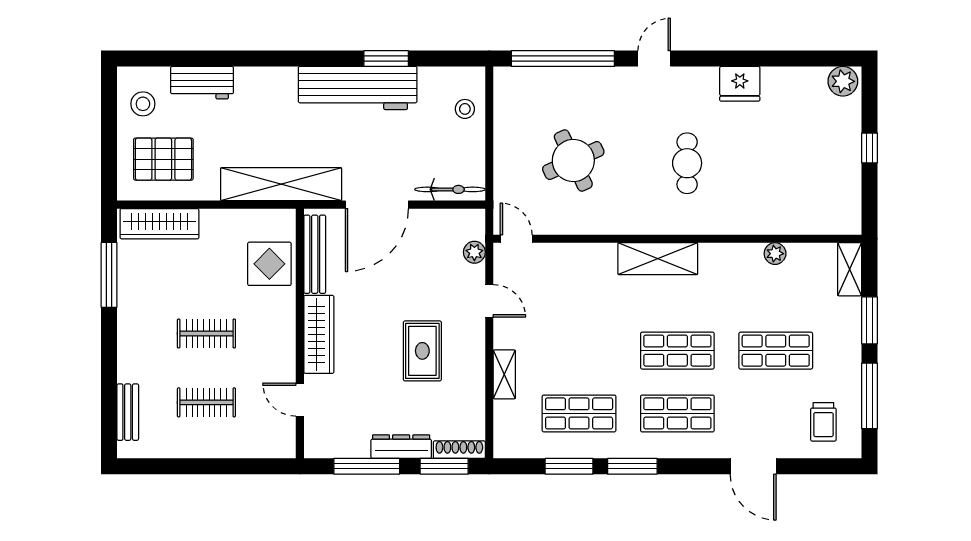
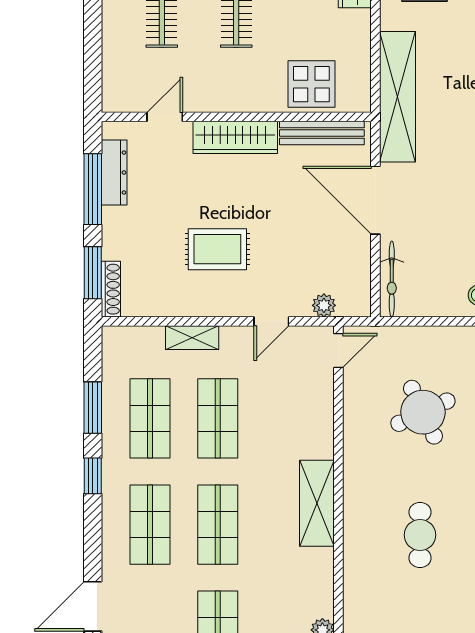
cafe table: (687, 163) -> (420, 535), turned 90
shop shelf: (579, 351) -> (218, 418), added
dresser: (401, 447) -> (114, 173), moved
window: (632, 466) -> (93, 476), width x0.67

